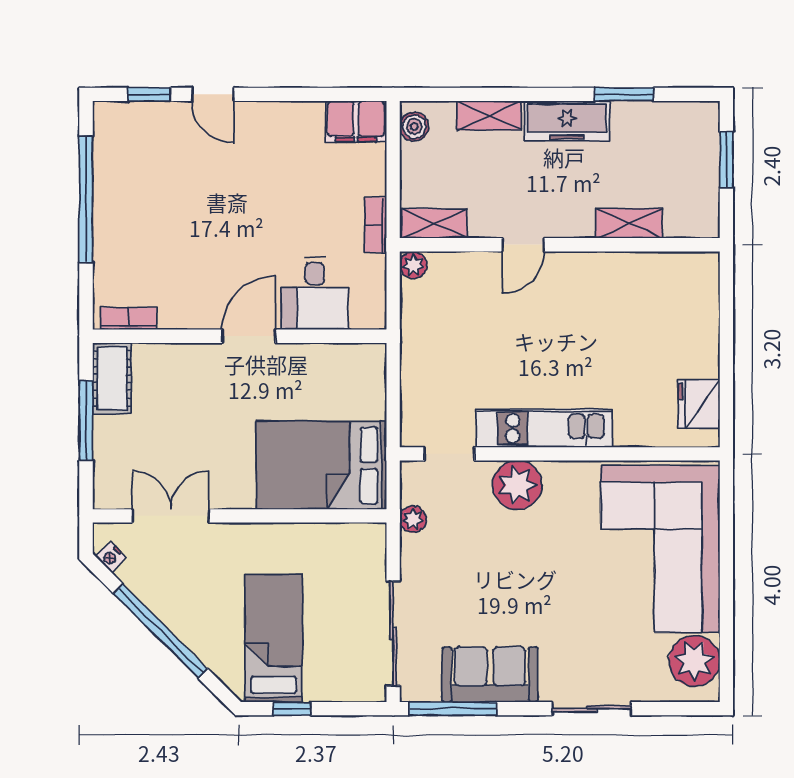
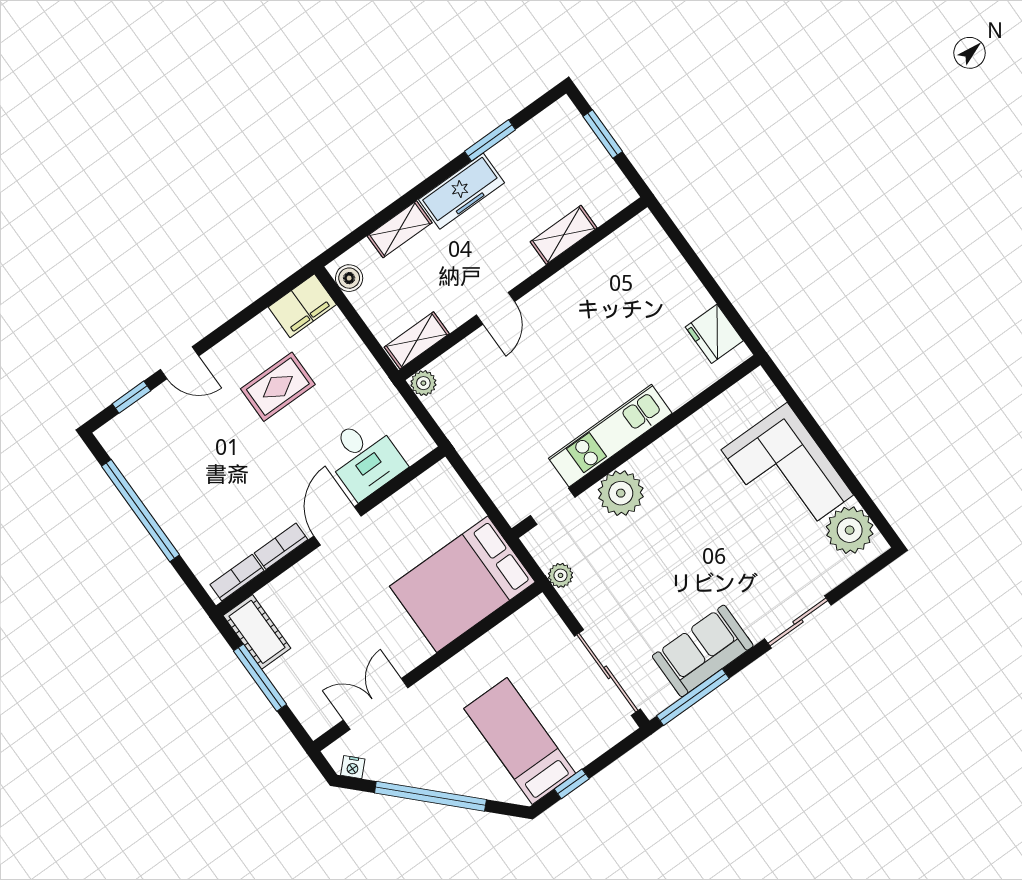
rug: (284, 177) -> (278, 387), added
bookcase: (375, 225) -> (281, 546), moved, turned 90
corner sofa: (660, 549) -> (787, 472), width x0.73, depth x0.74

